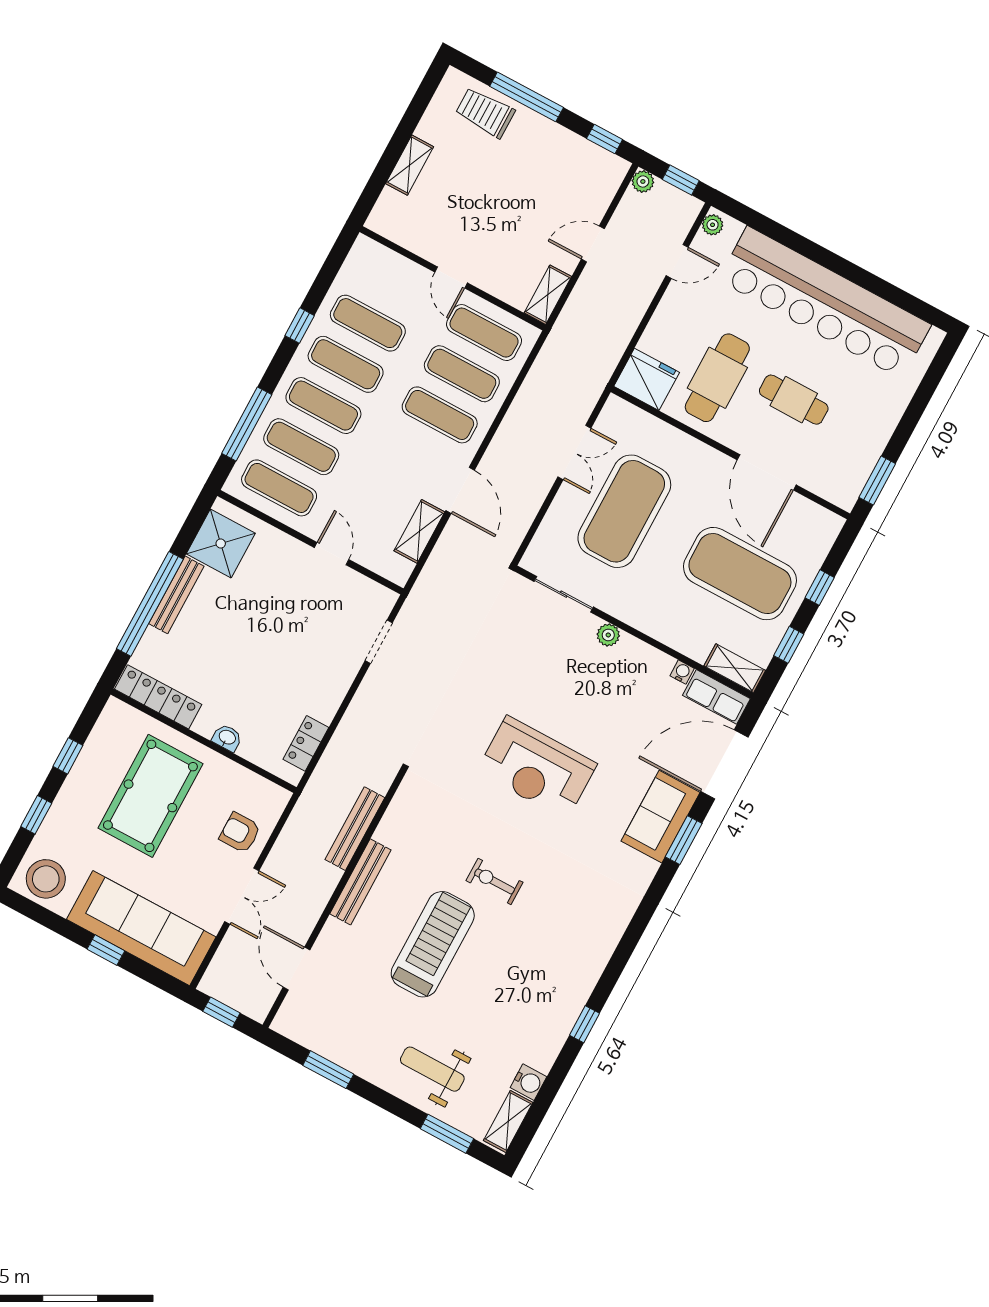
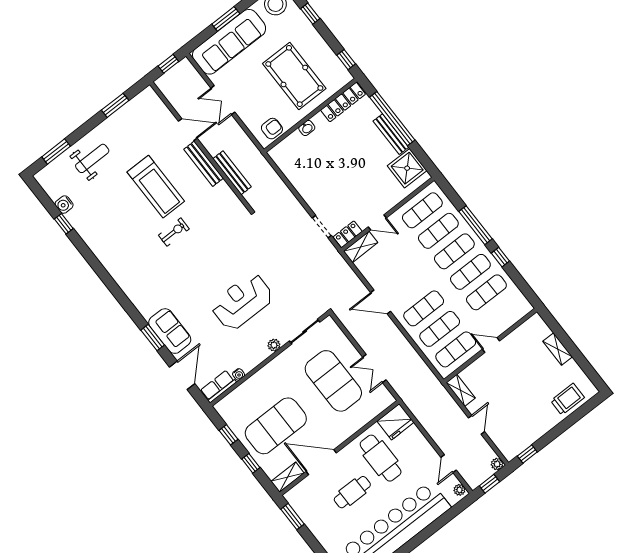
window: (527, 97) -> (566, 424), removed
window: (247, 424) -> (475, 225), moved
shelving: (419, 531) -> (361, 247), moved, turned 90
shelving: (735, 668) -> (287, 477), moved
locker: (306, 743) -> (348, 234), moved, turned -90
window: (68, 756) -> (346, 60), moved
door: (724, 764) -> (182, 375), width x0.73
reception desk: (537, 768) -> (242, 302), moved
armchair: (240, 833) -> (272, 129), moved
window: (106, 950) -> (226, 19), width x1.50
door: (296, 968) -> (188, 130), moved
window: (584, 1024) -> (64, 224), moved
shelving: (508, 1121) -> (49, 185), removed

